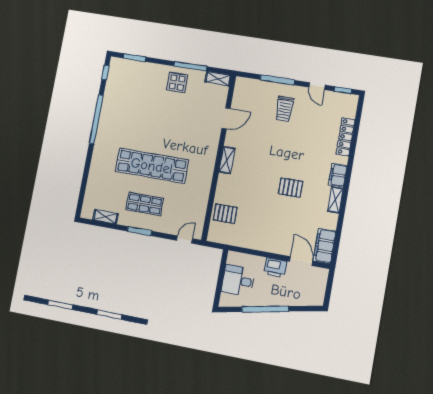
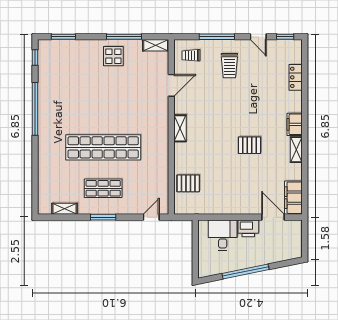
trolley: (250, 93) -> (191, 55), added
locker: (345, 137) -> (296, 77), width x0.66
desk: (238, 281) -> (223, 235), moved, turned 90

